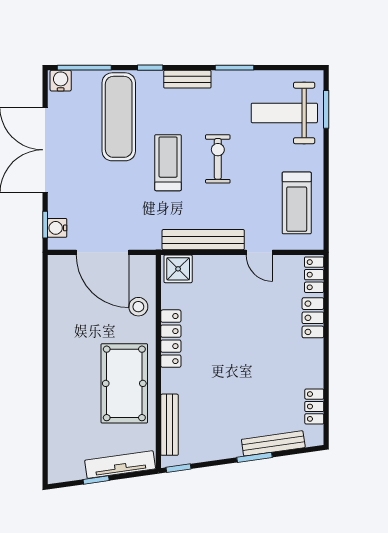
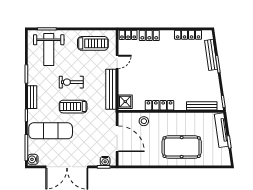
door: (102, 252) -> (117, 139), hinge flipped
pool table: (124, 383) -> (182, 147), moved
locker: (314, 406) -> (188, 35), width x1.53

